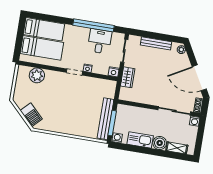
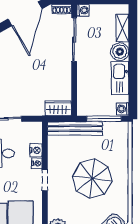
nightstand: (114, 72) -> (36, 150), moved
wardrobe: (128, 77) -> (58, 108), moved
parasol: (69, 107) -> (92, 179), added
bench: (106, 119) -> (75, 128), moved

